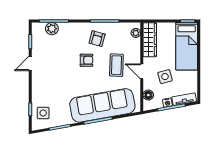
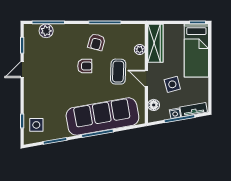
plant: (136, 33) -> (140, 50), moved

